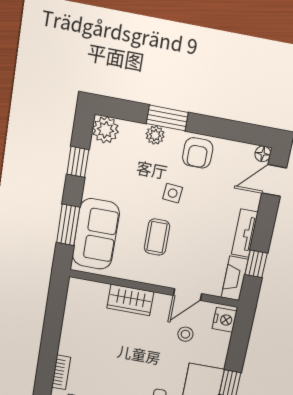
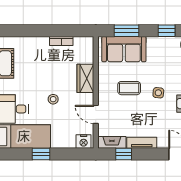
stool: (185, 334) -> (53, 99), moved
bookcase: (61, 372) -> (61, 41), moved

